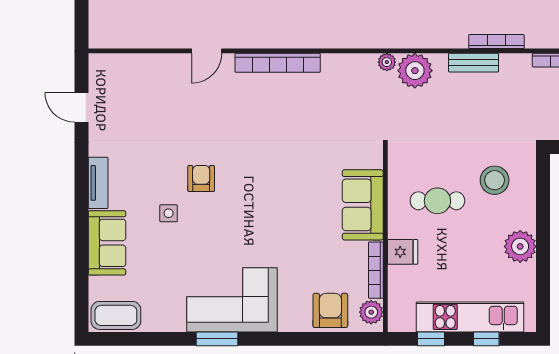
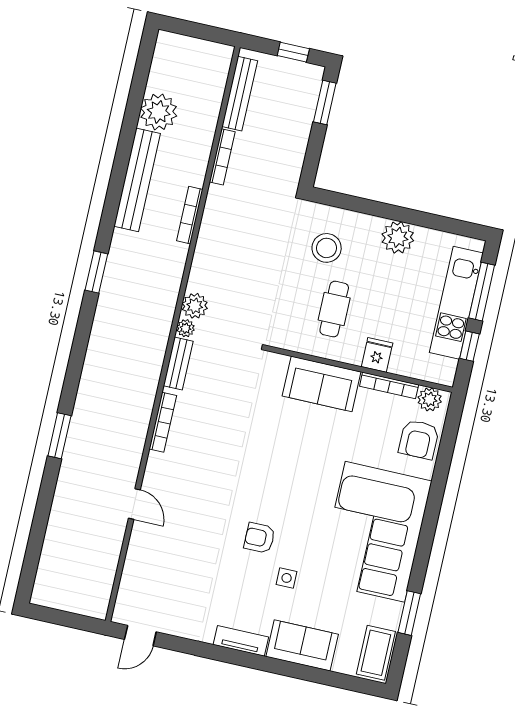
bookcase: (278, 63) -> (163, 422), width x0.68, depth x0.76
bench: (474, 63) -> (178, 363), moved
plant: (415, 71) -> (195, 306), width x0.73, depth x0.73
door: (81, 107) -> (140, 636), moved
corner sofa: (232, 300) -> (375, 532), width x1.36, depth x1.36
armchair: (330, 310) -> (419, 440), turned -90
window: (217, 339) -> (409, 613), moved
window: (486, 339) -> (482, 292), width x2.17

